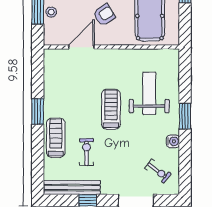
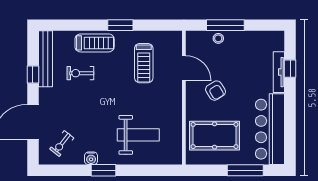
treadmill: (111, 109) -> (144, 63), moved, turned 90
window: (185, 116) -> (104, 170), moved
exercise bike: (87, 152) -> (80, 73), turned 180

